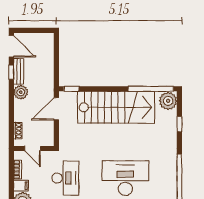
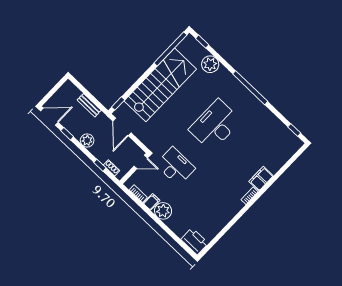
bench: (19, 71) -> (89, 105), moved
plant: (168, 101) -> (210, 64), moved
window: (11, 120) -> (100, 165), added
window: (179, 124) -> (202, 42), moved
door: (33, 148) -> (141, 162), moved

